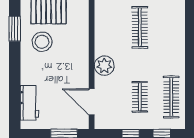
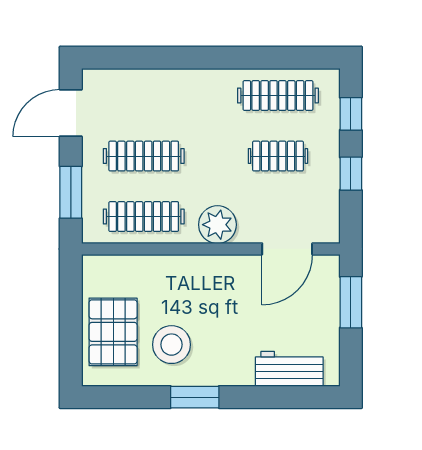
clothes rail: (108, 27) -> (144, 217), added
window: (15, 29) -> (195, 397), moved

